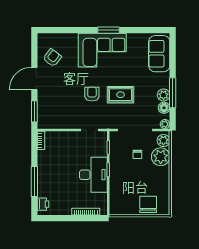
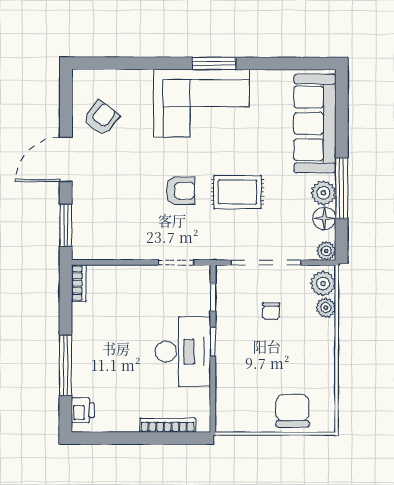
sofa: (159, 54) -> (315, 123), width x1.36
armchair: (92, 94) -> (181, 191), turned 90
plant: (161, 157) -> (326, 308), width x0.53, depth x0.53

